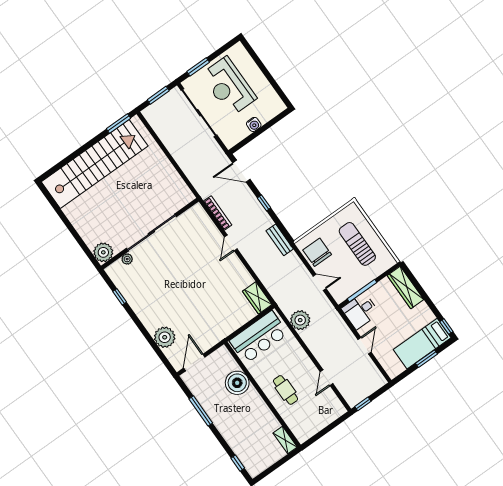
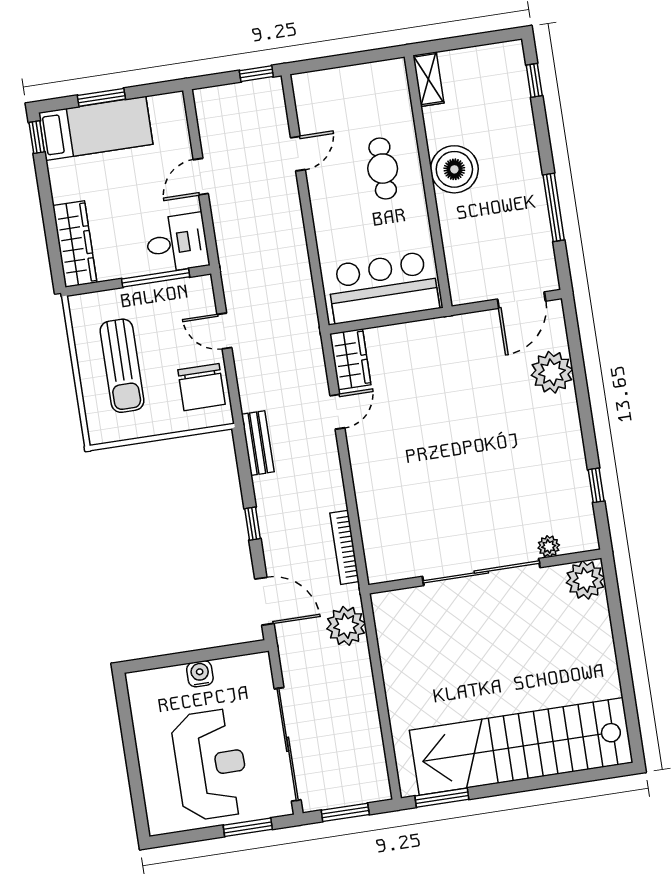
door: (231, 243) -> (337, 412), moved
plant: (300, 320) -> (346, 626), moved
boiler: (237, 383) -> (454, 169), moved

